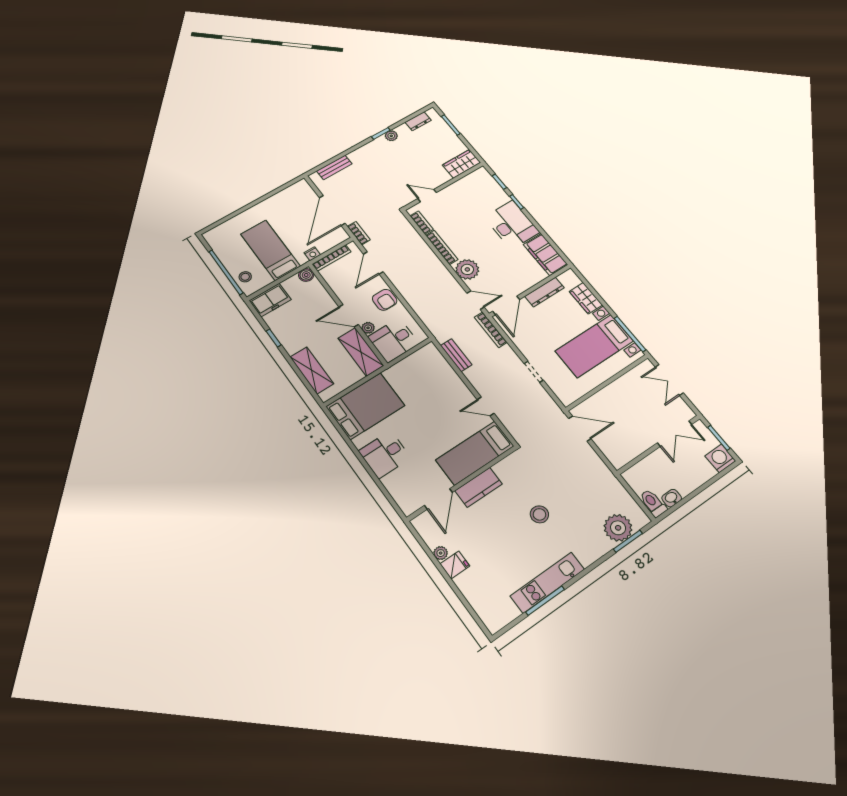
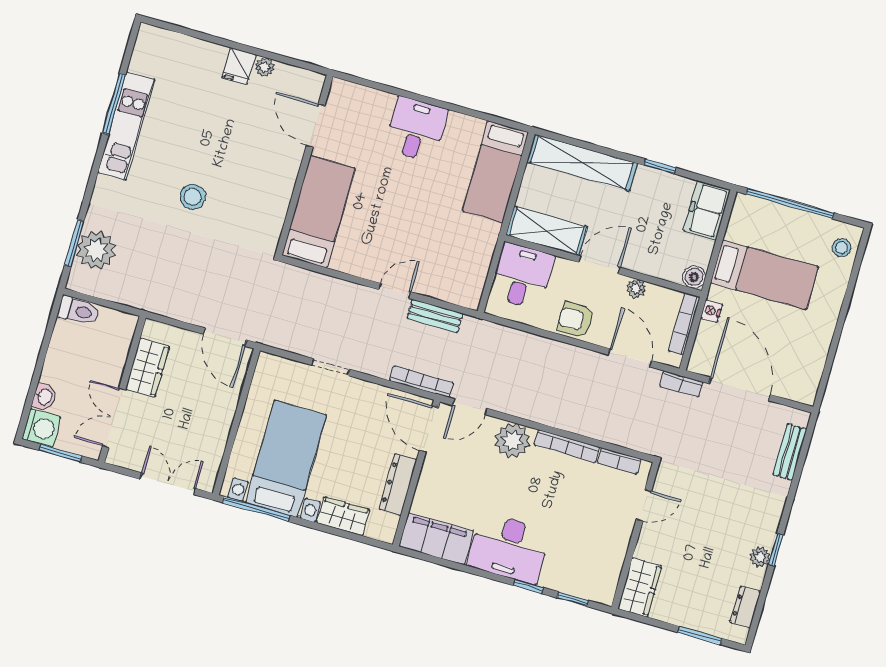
stool: (245, 277) -> (841, 248), moved
plant: (368, 328) -> (636, 288), moved
shelving: (312, 370) -> (582, 163), width x1.47
bed: (365, 406) -> (495, 172), width x0.67
door: (486, 406) -> (395, 291), moved
door: (580, 429) -> (225, 337), hinge flipped
wardrobe: (636, 445) -> (147, 368), added
kitchen counter: (479, 487) -> (283, 174), removed
washbasin: (672, 498) -> (44, 397), moved

